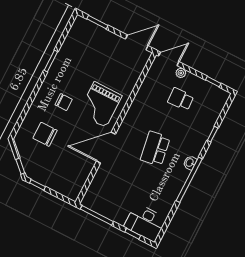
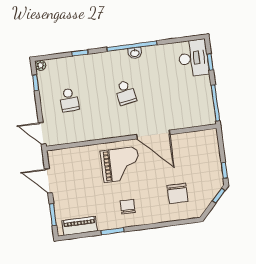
piano: (74, 37) -> (80, 226), added
door: (137, 42) -> (48, 181), moved
plant: (181, 73) -> (40, 65), moved
chair: (64, 102) -> (128, 207), moved
school desk: (155, 149) -> (125, 93), width x0.54
washbasin: (190, 163) -> (135, 53), moved

